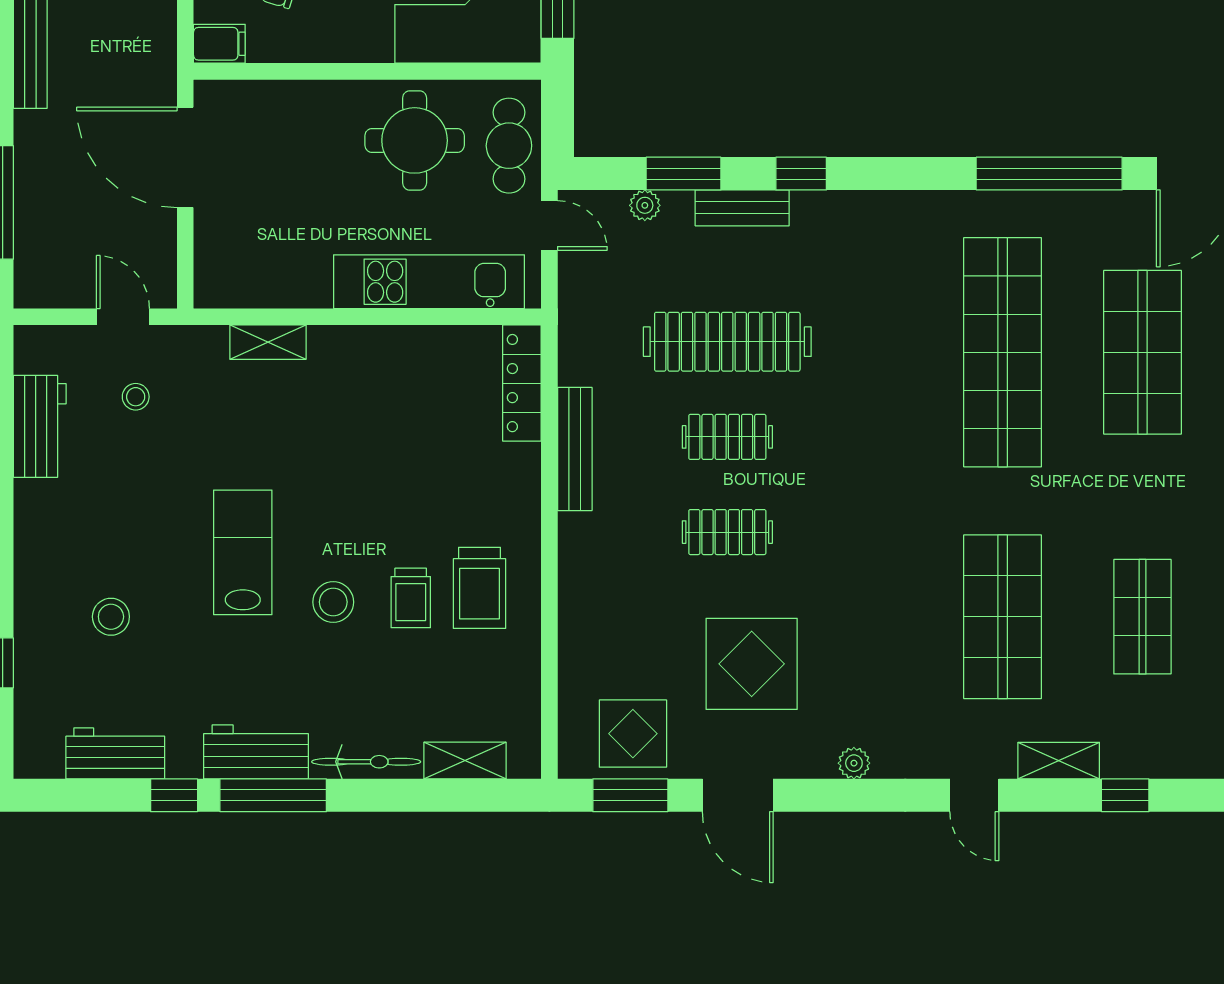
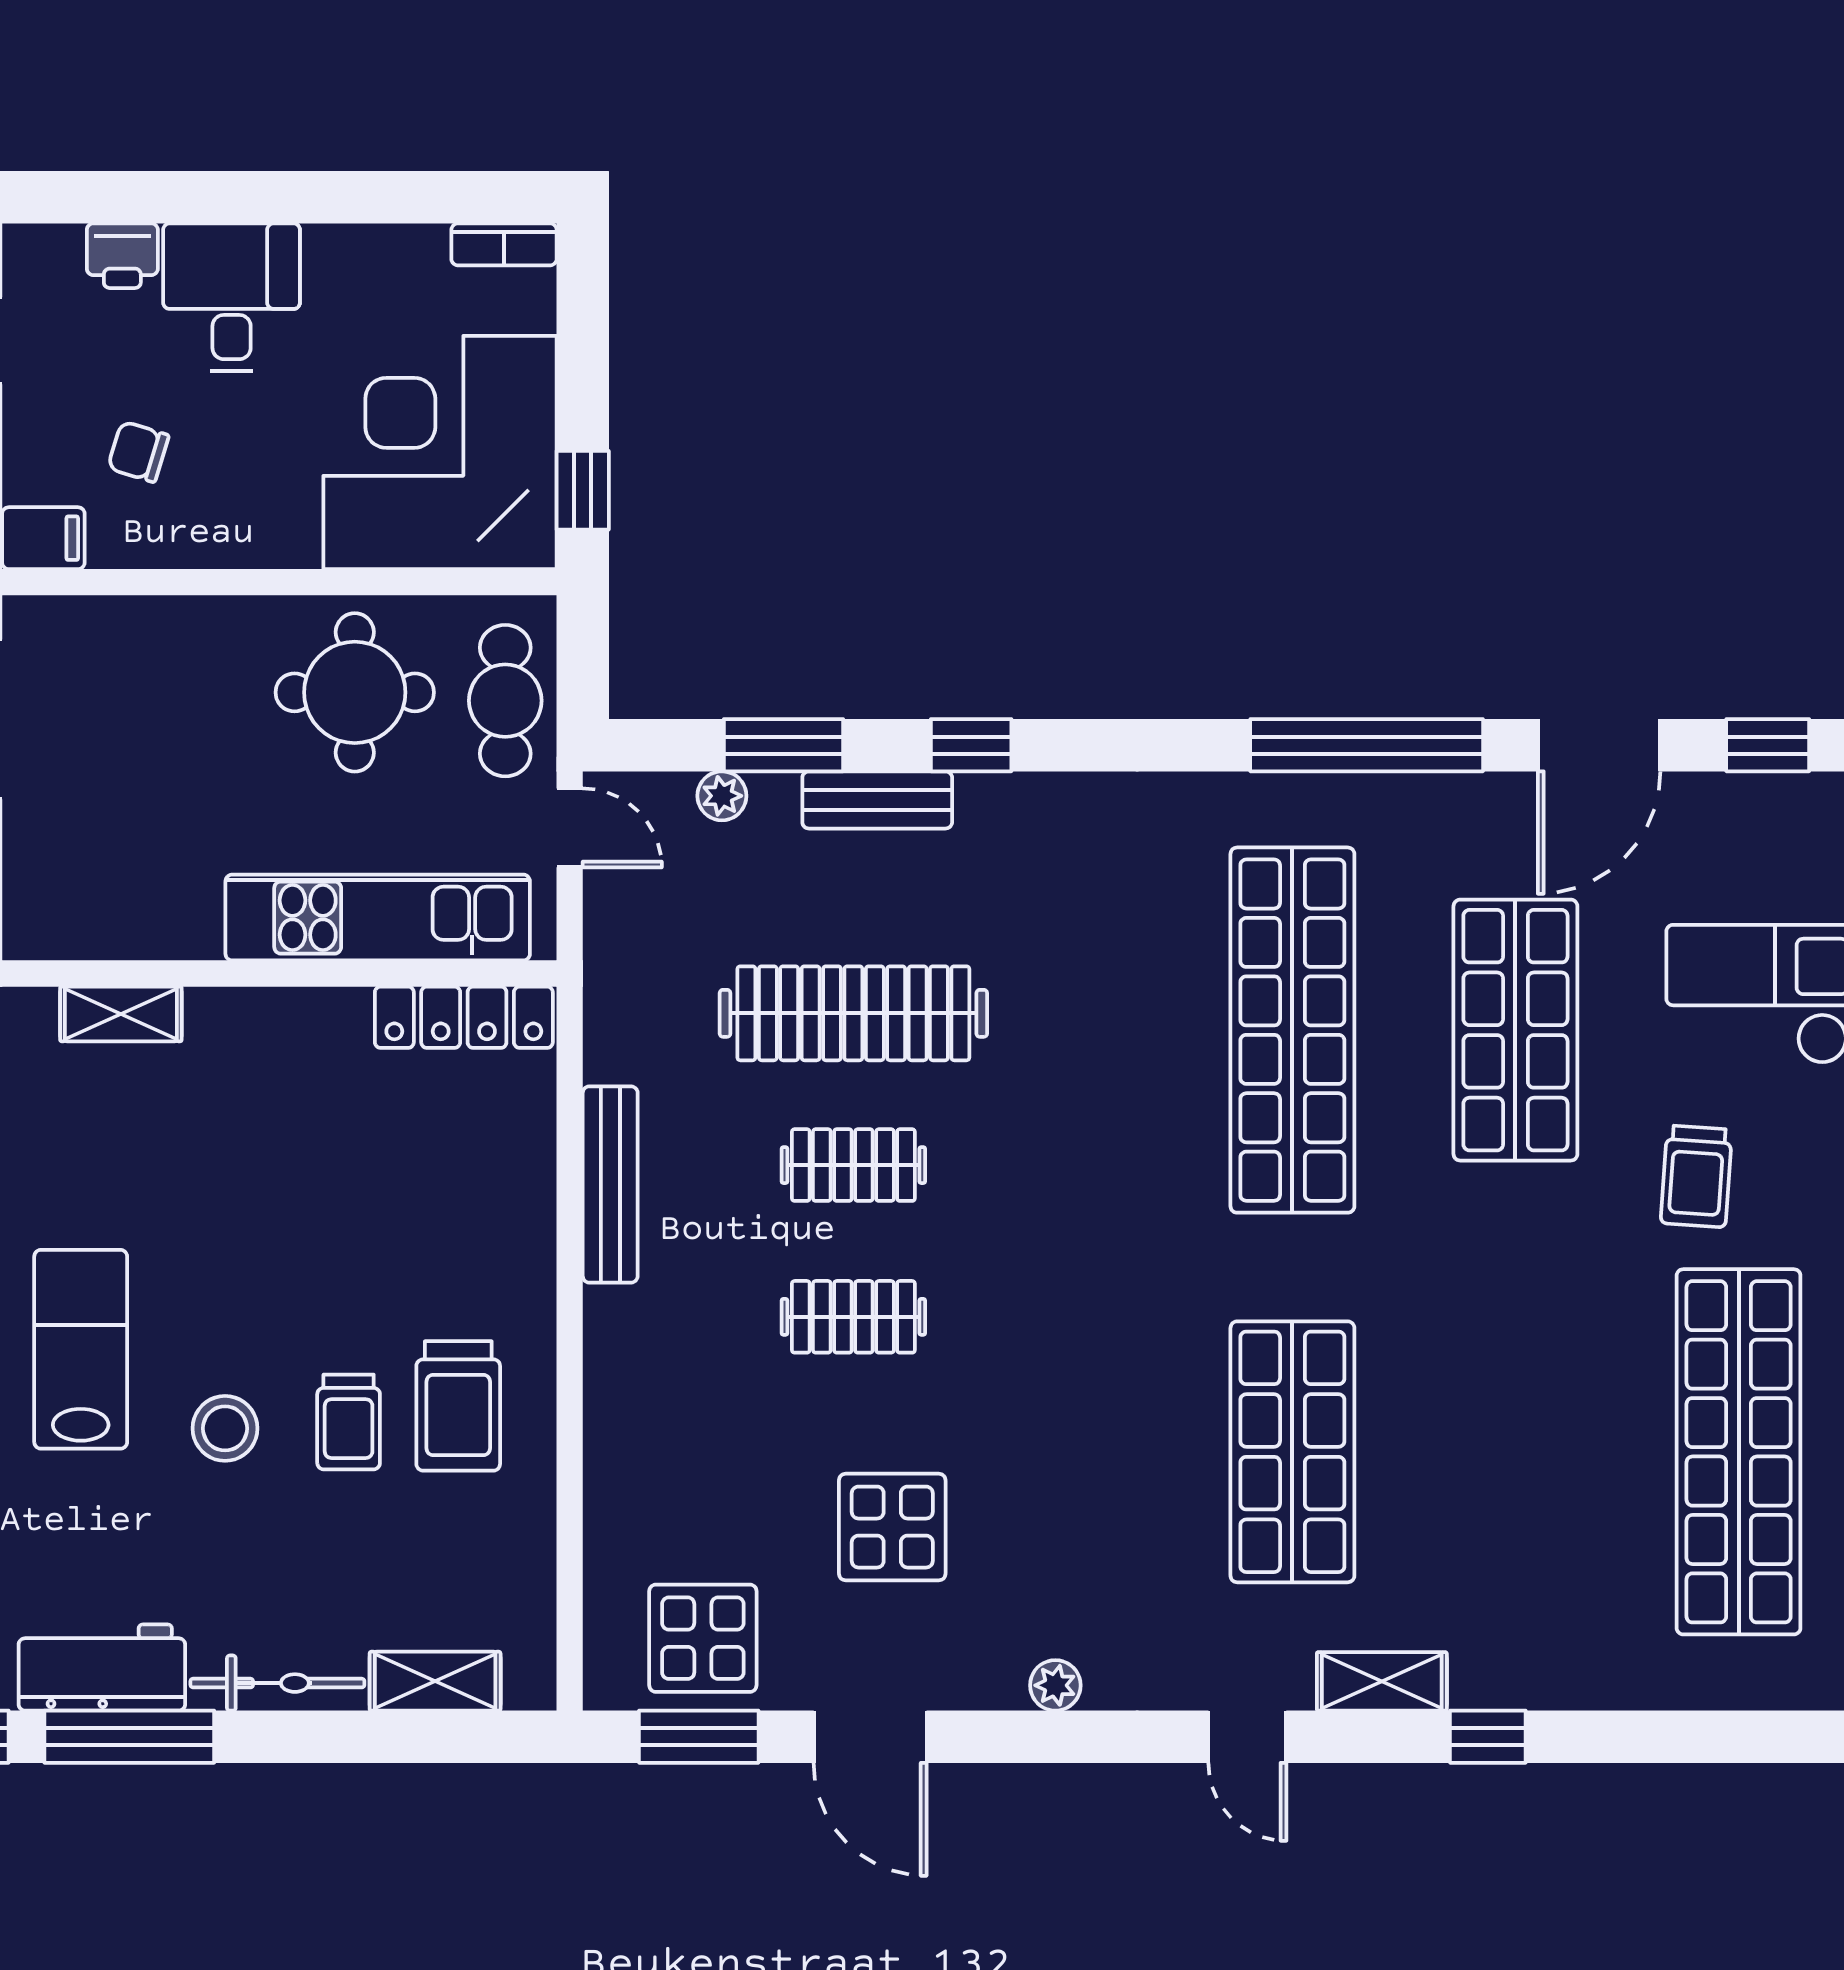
locker: (522, 383) -> (464, 1017), moved, turned -90
shop shelf: (1142, 617) -> (1515, 1452), removed
display table: (752, 664) -> (892, 1527), width x0.73, depth x0.73

